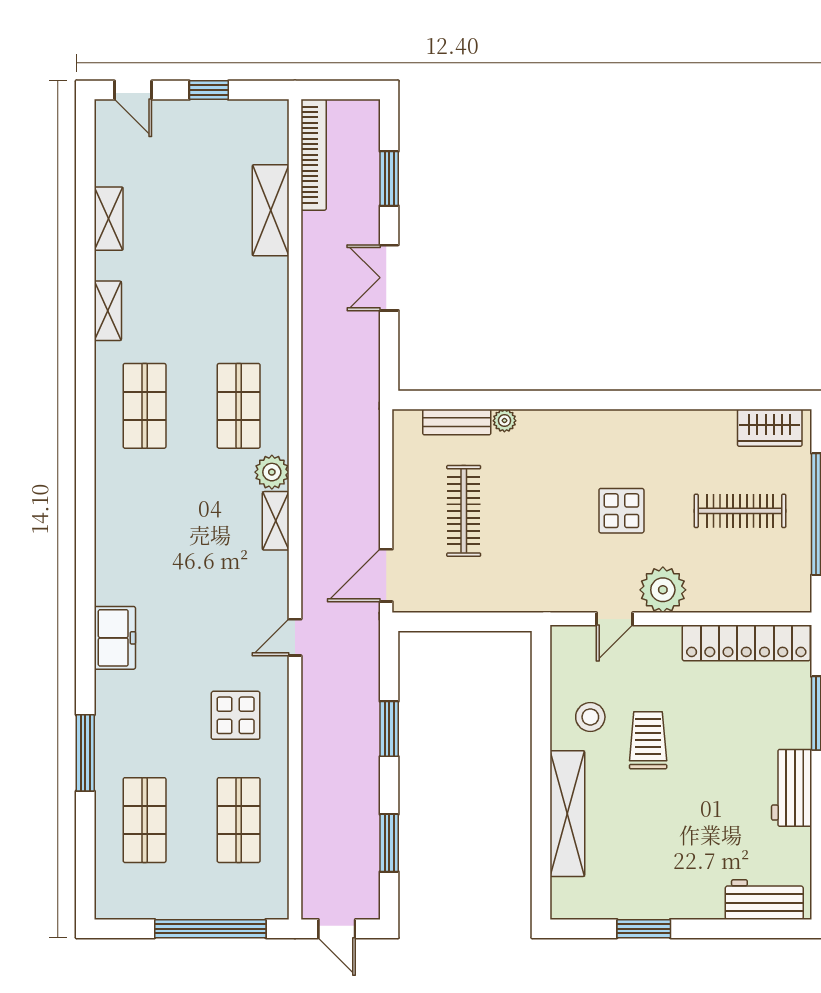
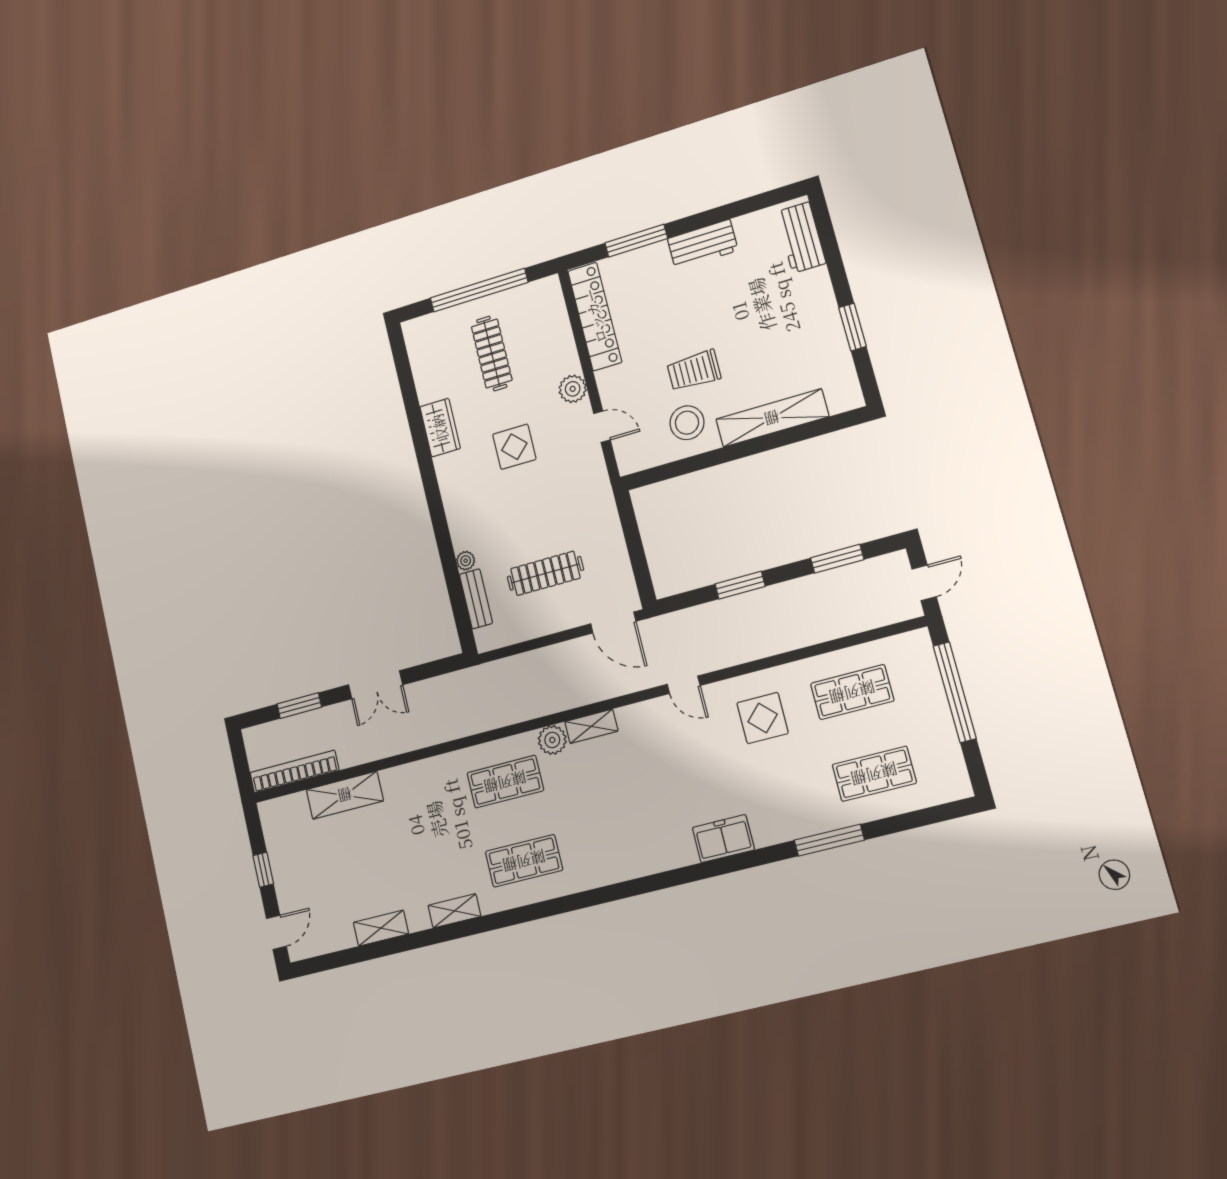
wardrobe: (770, 428) -> (440, 428), moved
plant: (663, 590) -> (573, 389), width x0.73, depth x0.73
stool: (590, 717) -> (687, 423), width x1.38, depth x1.38

